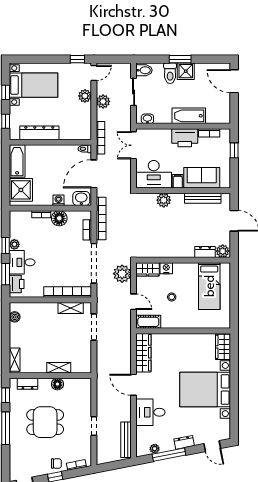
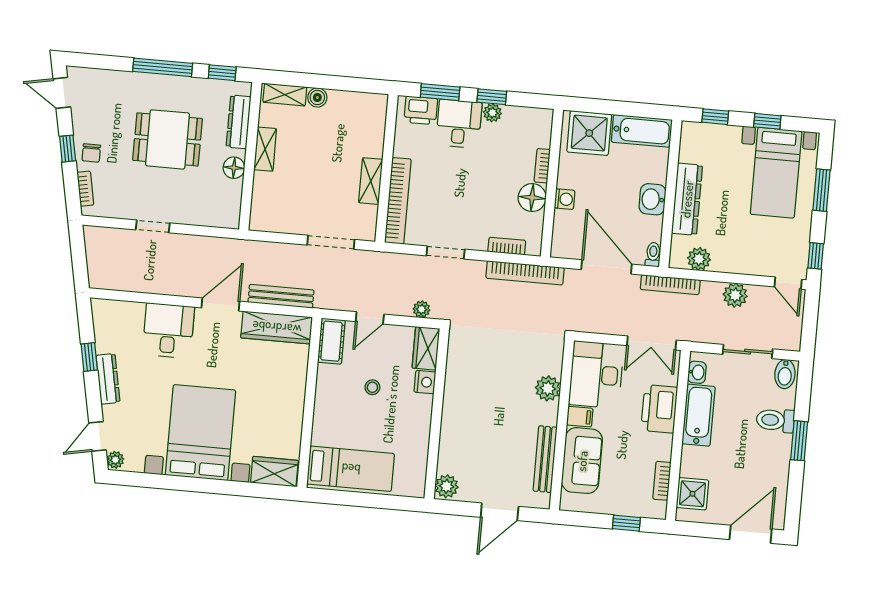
window: (41, 59) -> (822, 190), added
shower: (186, 71) -> (692, 494), moved
plant: (85, 96) -> (699, 259), moved
bathtub: (189, 116) -> (699, 415), moved
dresser: (39, 133) -> (687, 199), moved
printer: (185, 138) -> (659, 409), moved
double door: (134, 145) -> (652, 343), swing flipped
washbasin: (81, 198) -> (652, 199), moved, turned 180
dresser: (205, 252) -> (448, 455), removed
doorway: (94, 263) -> (446, 253), width x0.53
plant: (122, 274) -> (422, 309), width x0.53, depth x0.53
bed: (209, 286) -> (351, 469), moved, turned 180
shelving: (71, 308) -> (371, 181), moved
boiler: (15, 317) -> (317, 97), moved
shelving: (59, 368) -> (265, 149), moved
dresser: (28, 384) -> (239, 122), width x1.44
dining table: (45, 422) -> (168, 139), turned 90
bench: (126, 440) -> (281, 296), moved
dresser: (184, 442) -> (108, 379), width x1.44
plant: (155, 449) -> (115, 460), moved
window: (169, 455) -> (89, 357), width x0.46

